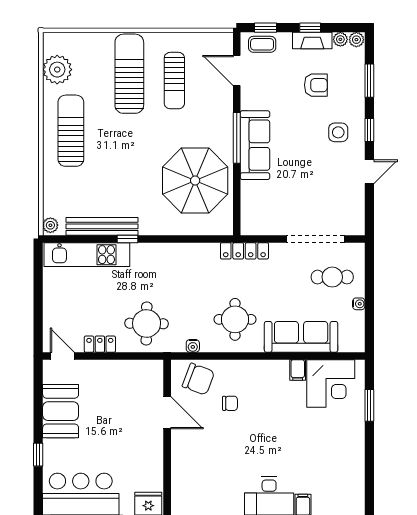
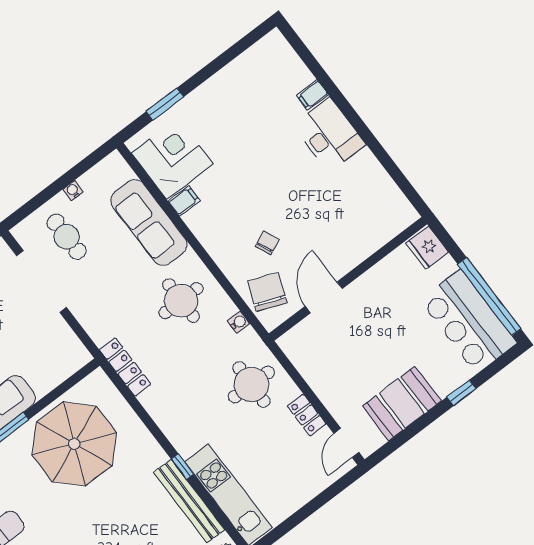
locker: (244, 251) -> (125, 367), moved
chair: (230, 403) -> (267, 243), turned 66

